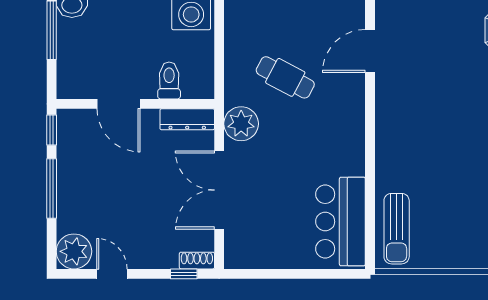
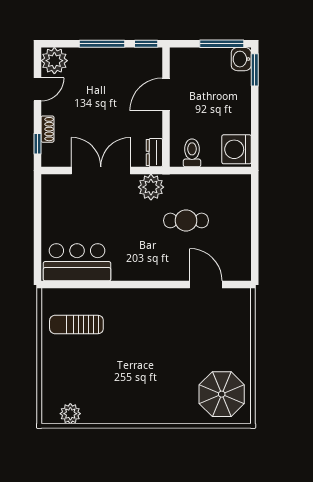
cafe table: (285, 77) -> (186, 220), turned 62
toilet: (169, 80) -> (192, 153), moved, turned -90
dresser: (187, 119) -> (154, 153), width x0.70
sun lounger: (397, 229) -> (76, 324), moved
shoe rack: (197, 261) -> (48, 129), moved

